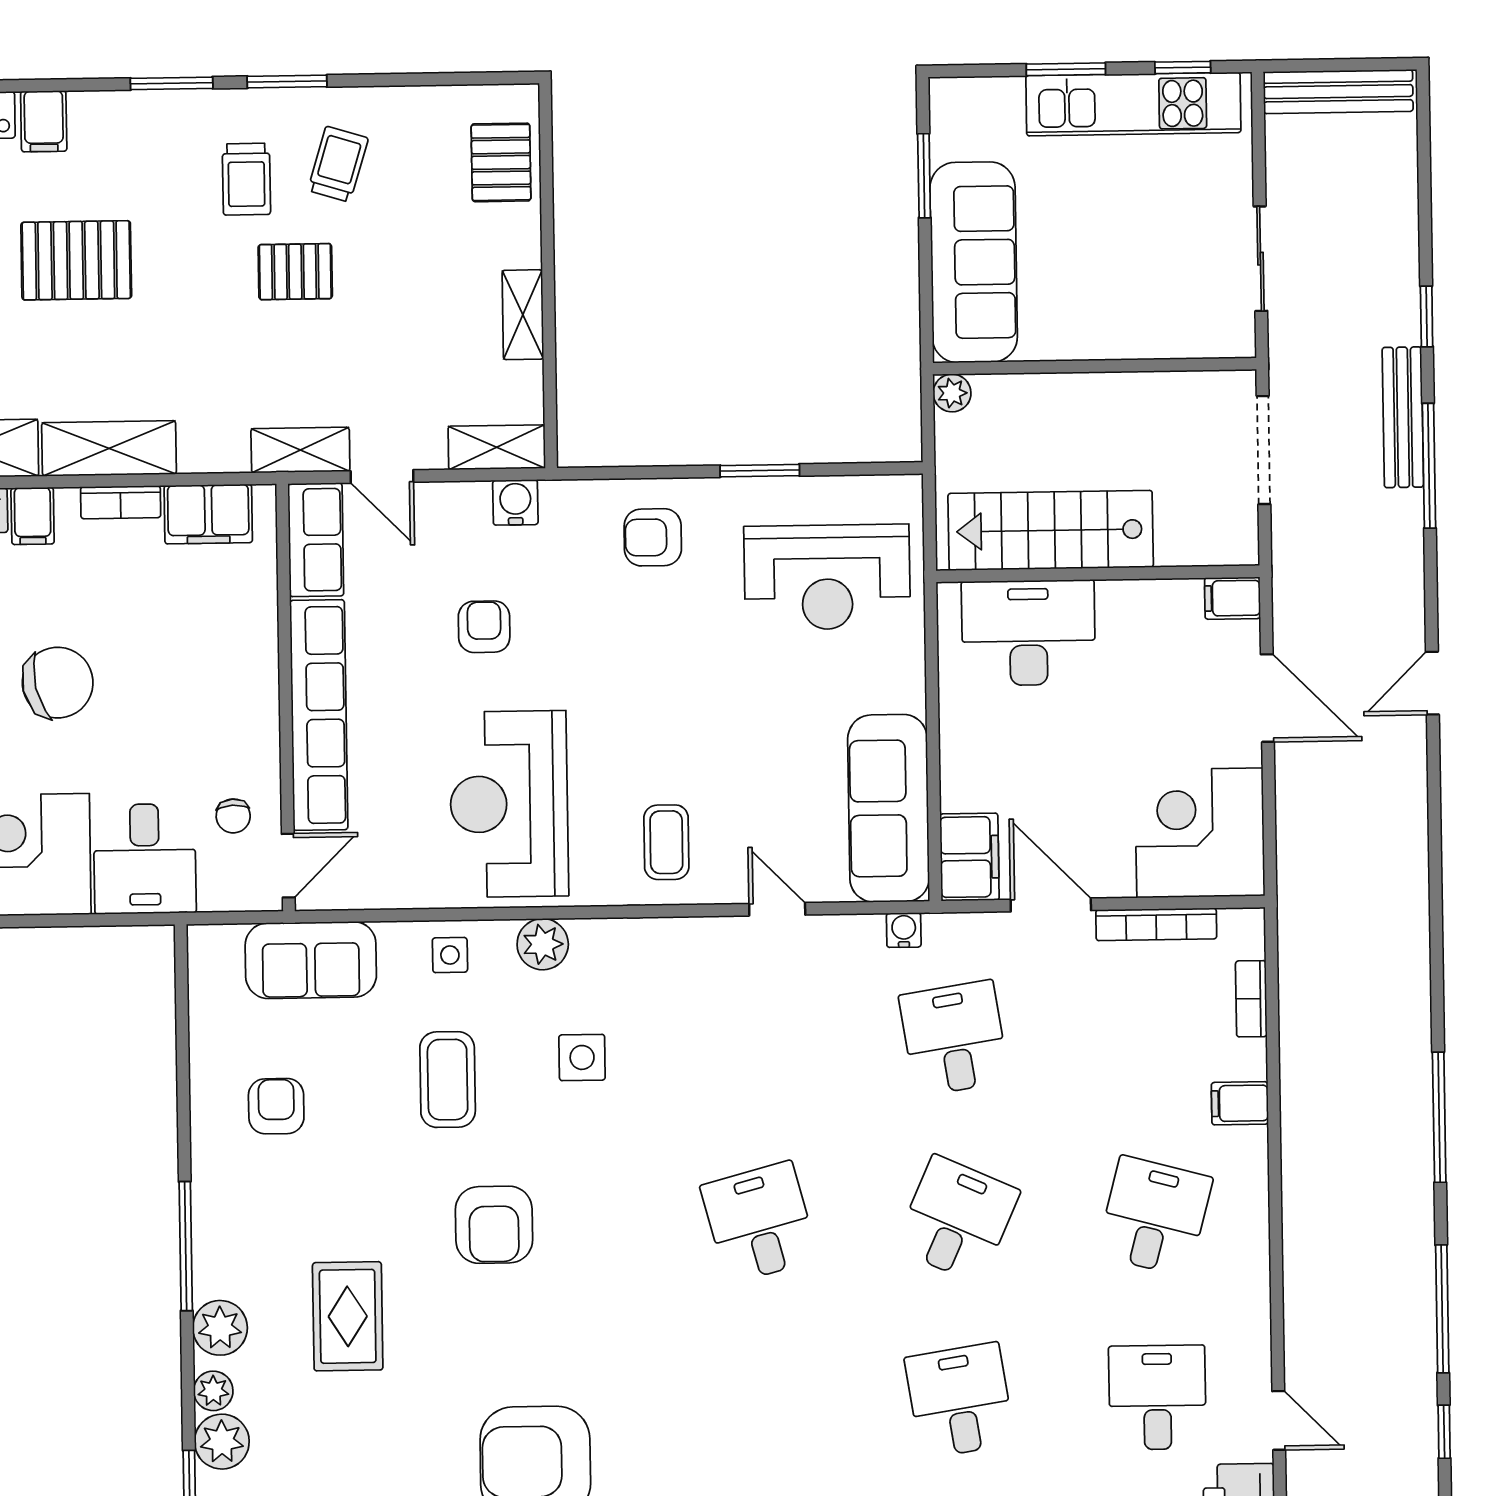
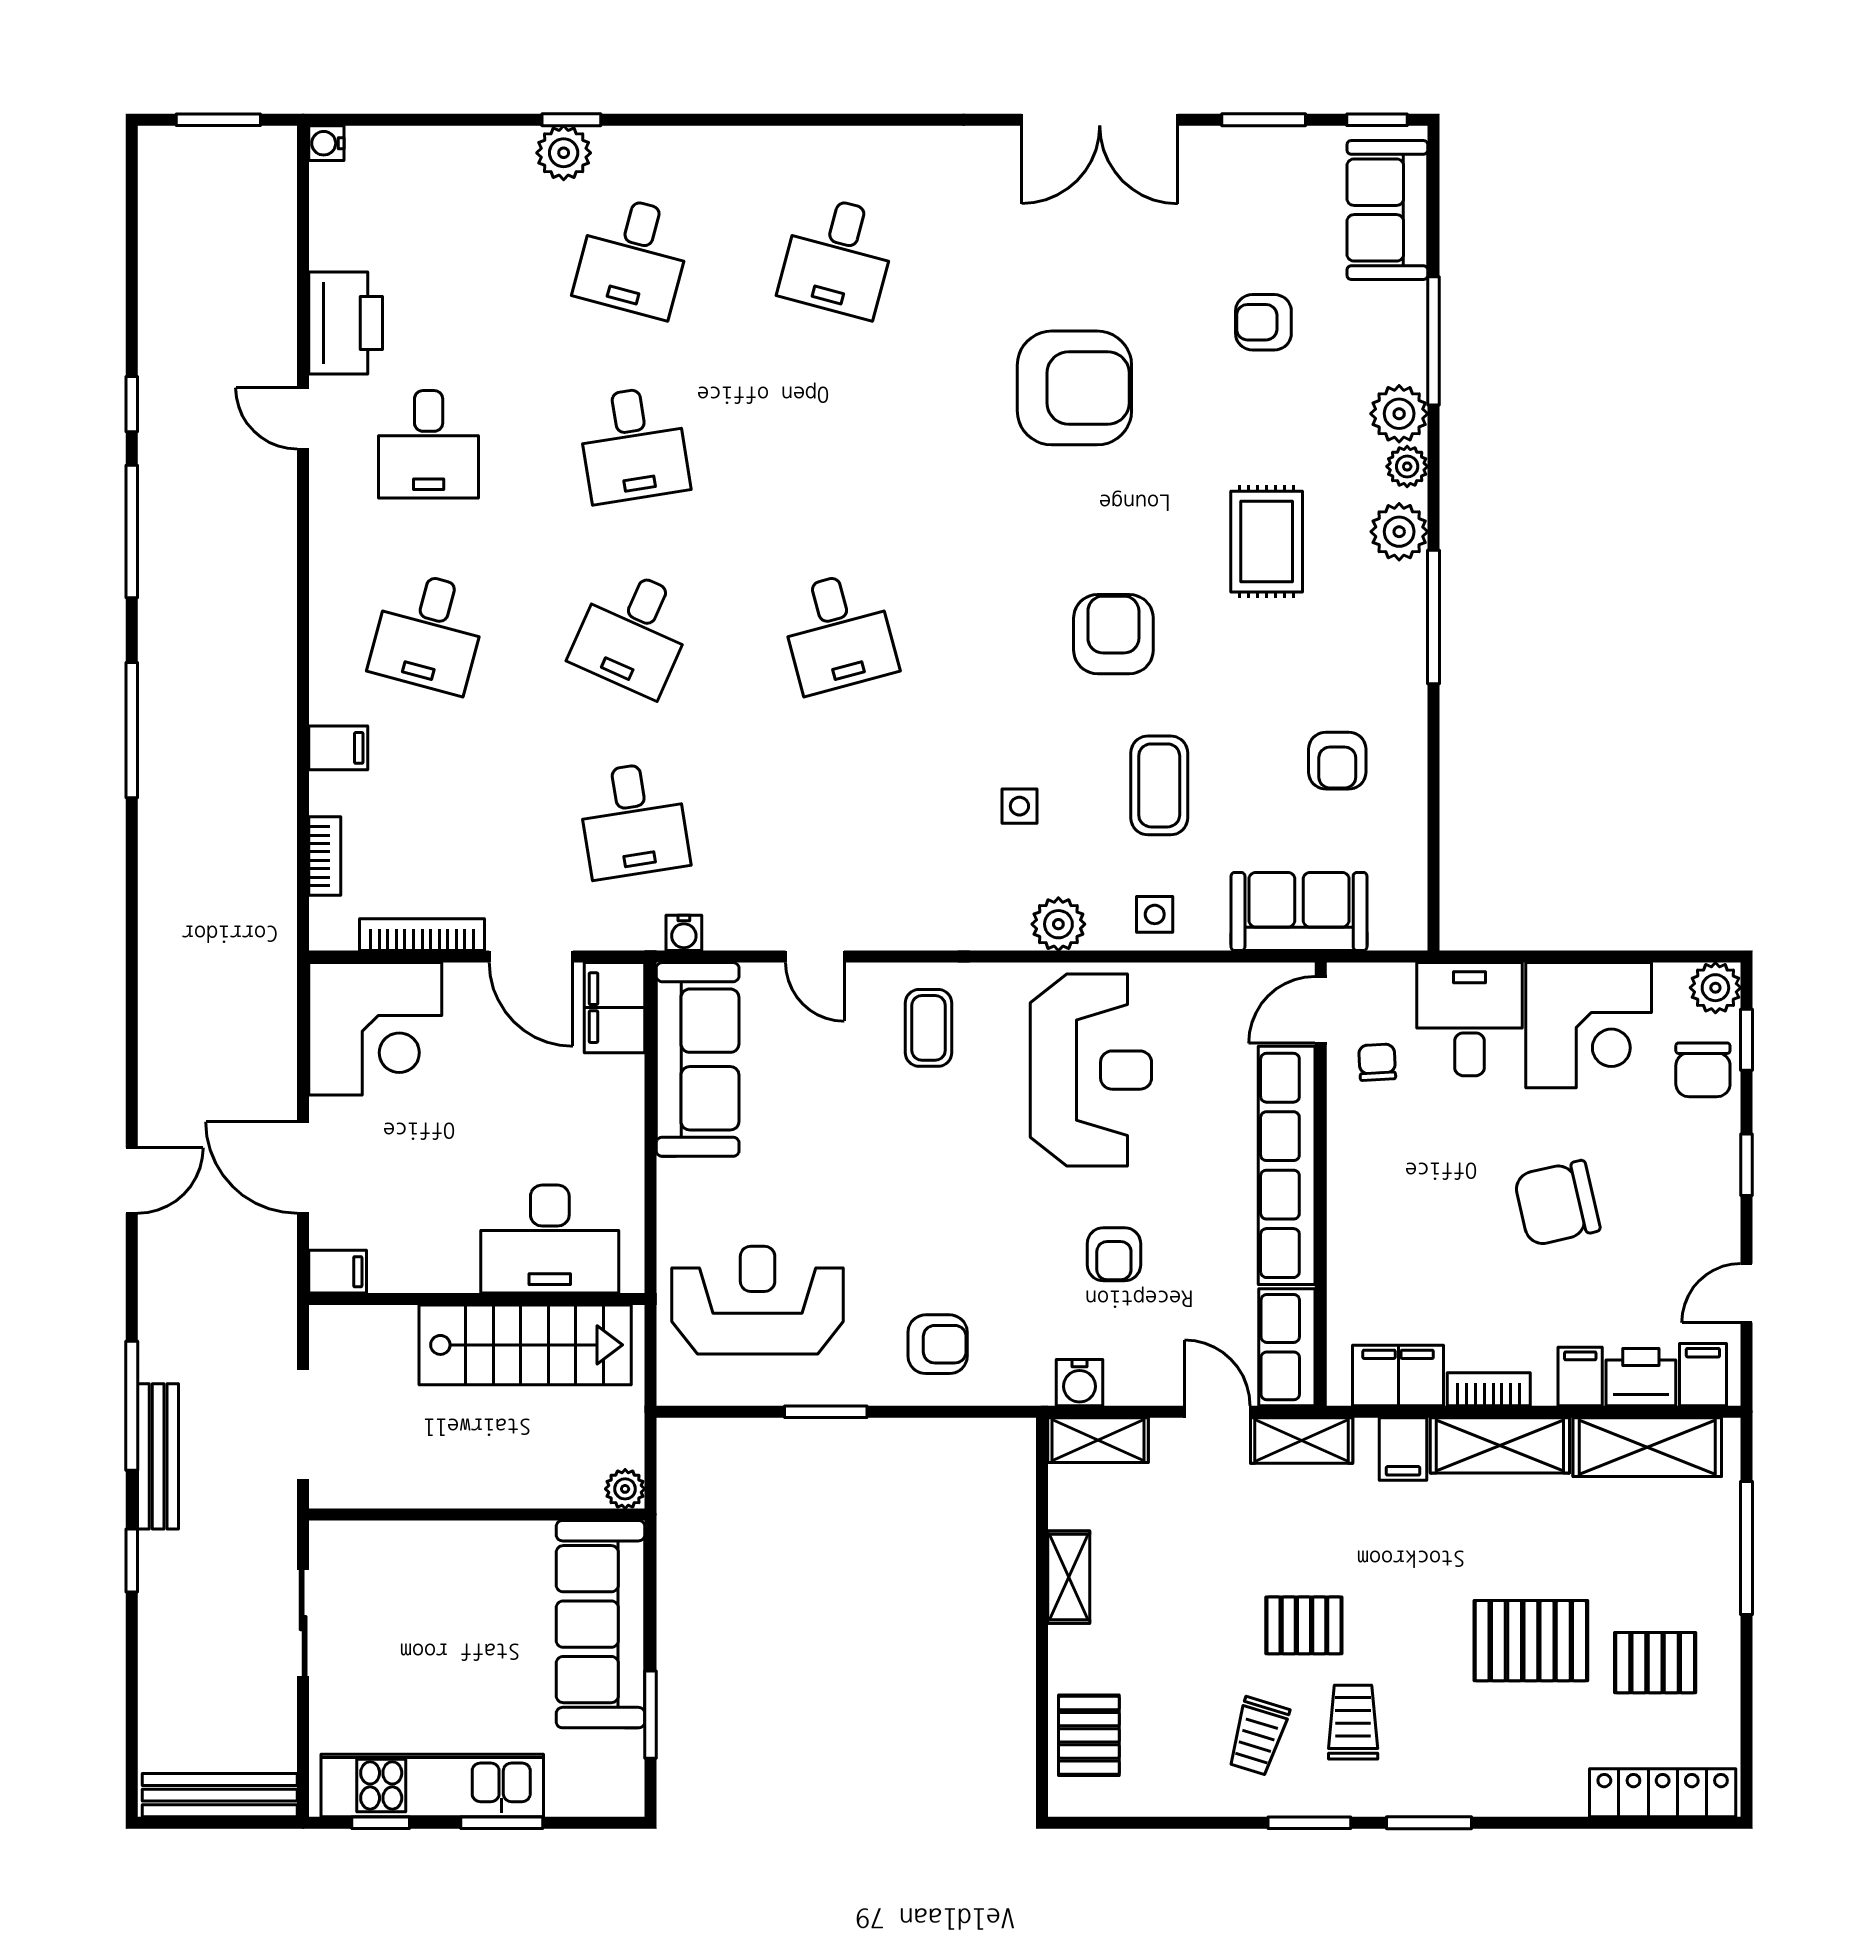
filing cabinet: (44, 121) -> (1403, 1449), moved, turned 180
side table: (582, 1057) -> (1019, 806), width x0.73, depth x0.73

